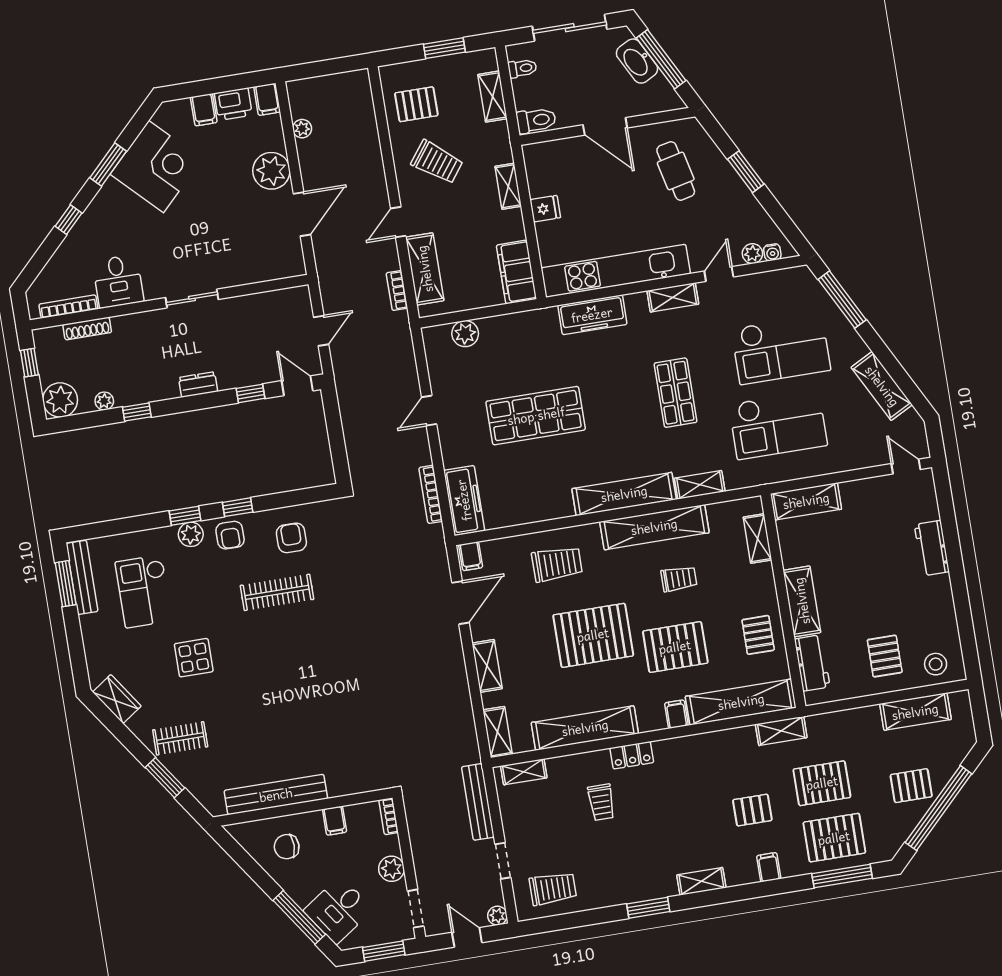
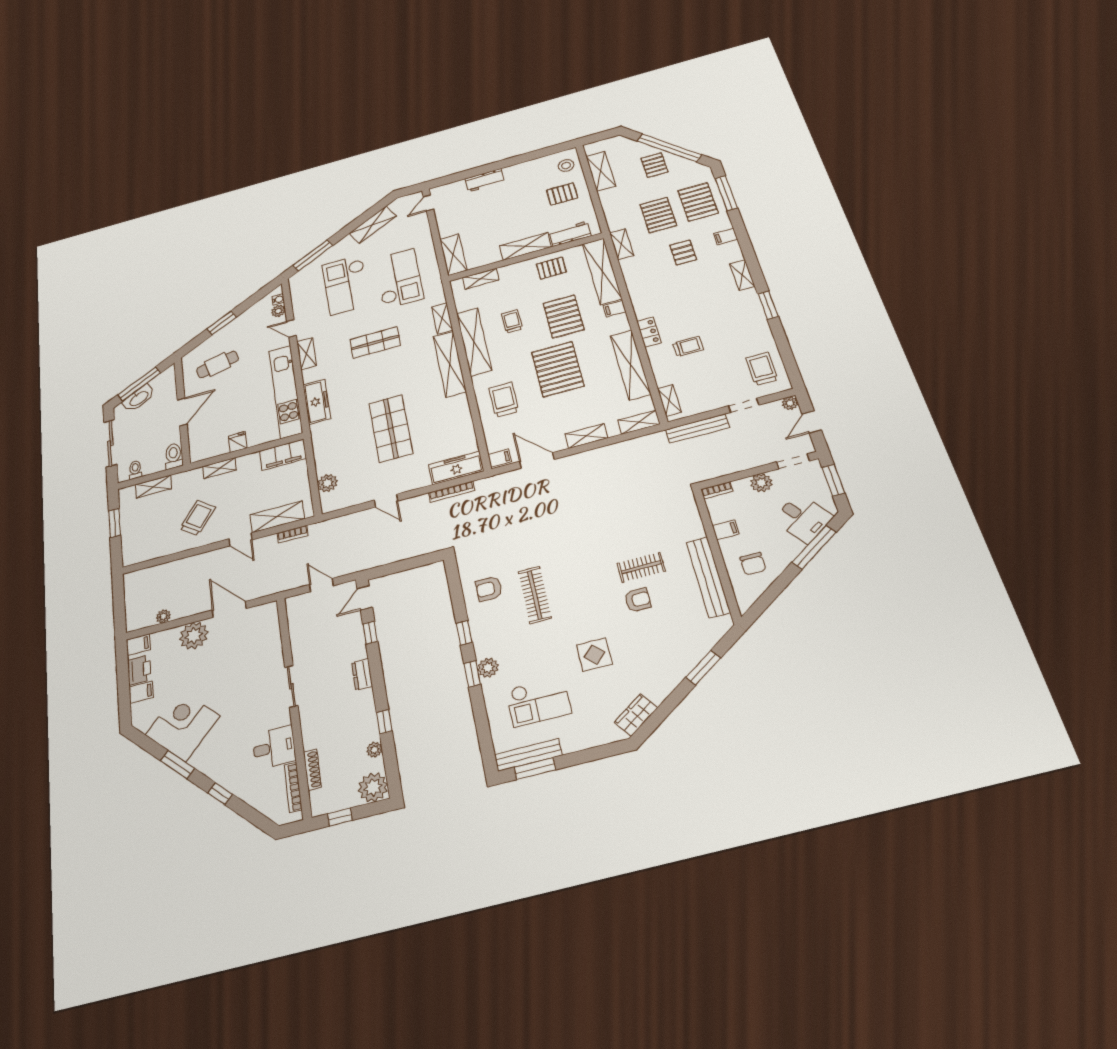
pallet: (416, 104) -> (153, 537), removed
checkout: (781, 349) -> (346, 285), turned 180
armchair: (230, 535) -> (638, 600), moved
clothes rail: (180, 738) -> (641, 567), moved, turned 90

